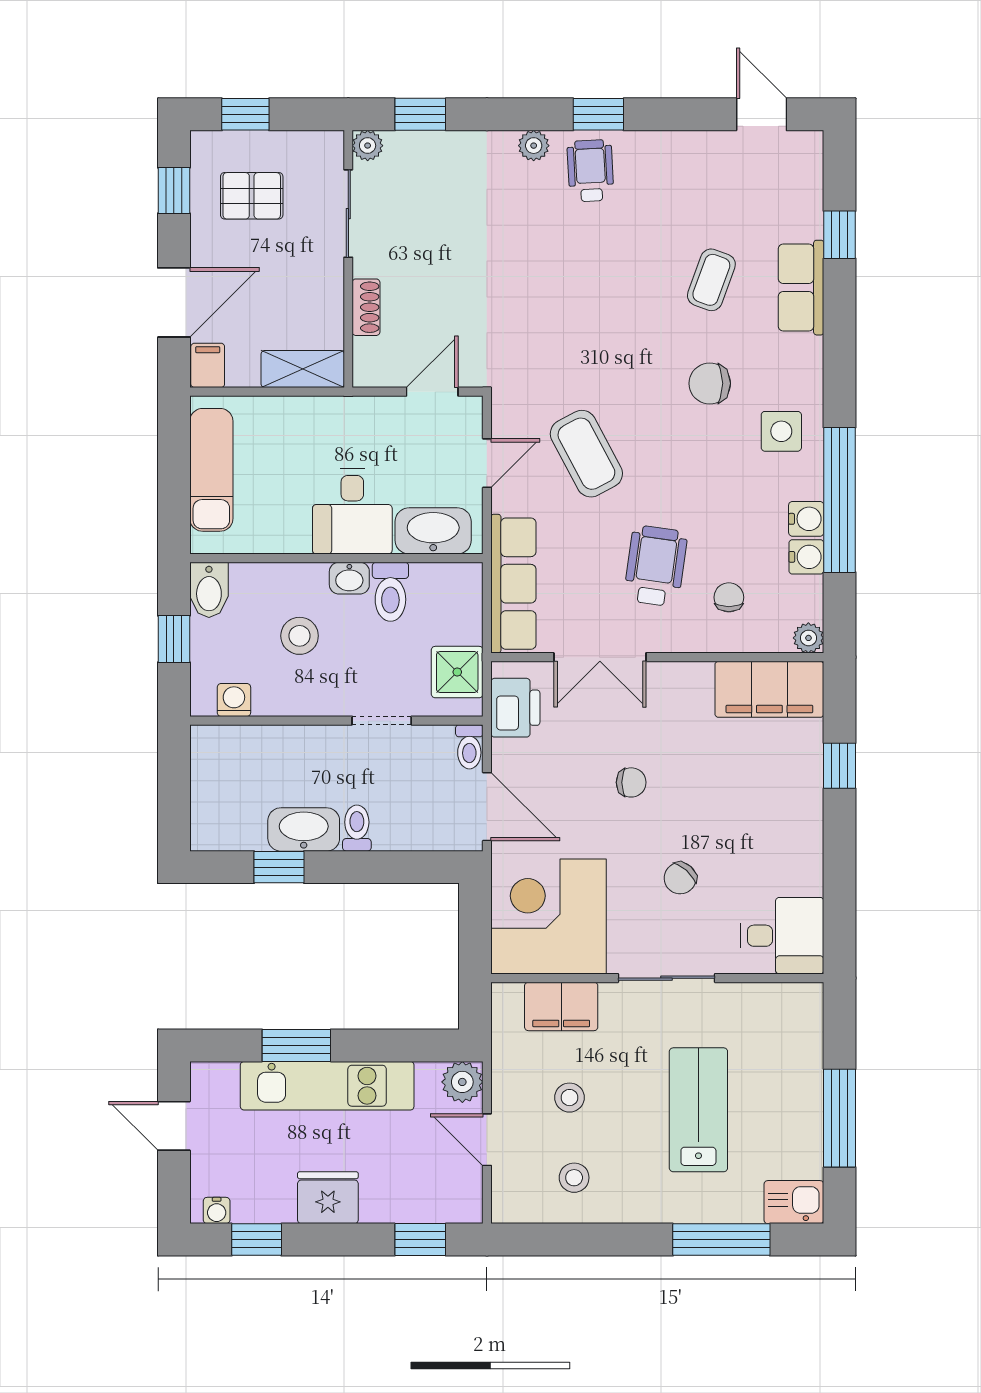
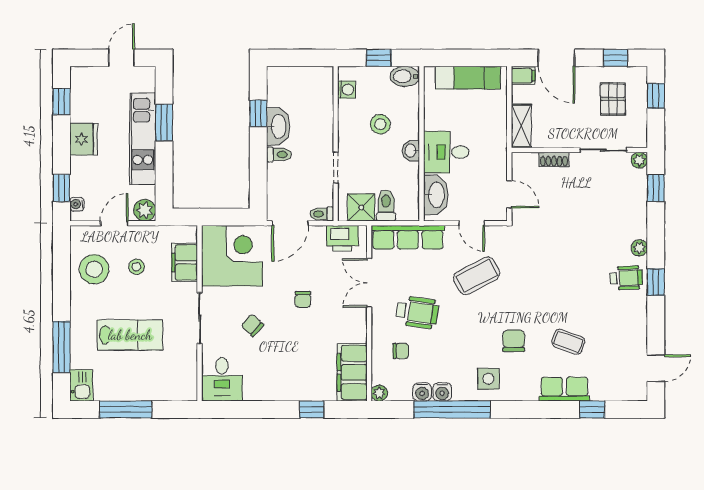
toilet: (390, 592) -> (386, 205), moved, turned 90
stool: (574, 1178) -> (94, 269), width x1.89, depth x1.89
water cooler: (217, 1210) -> (77, 204), moved

